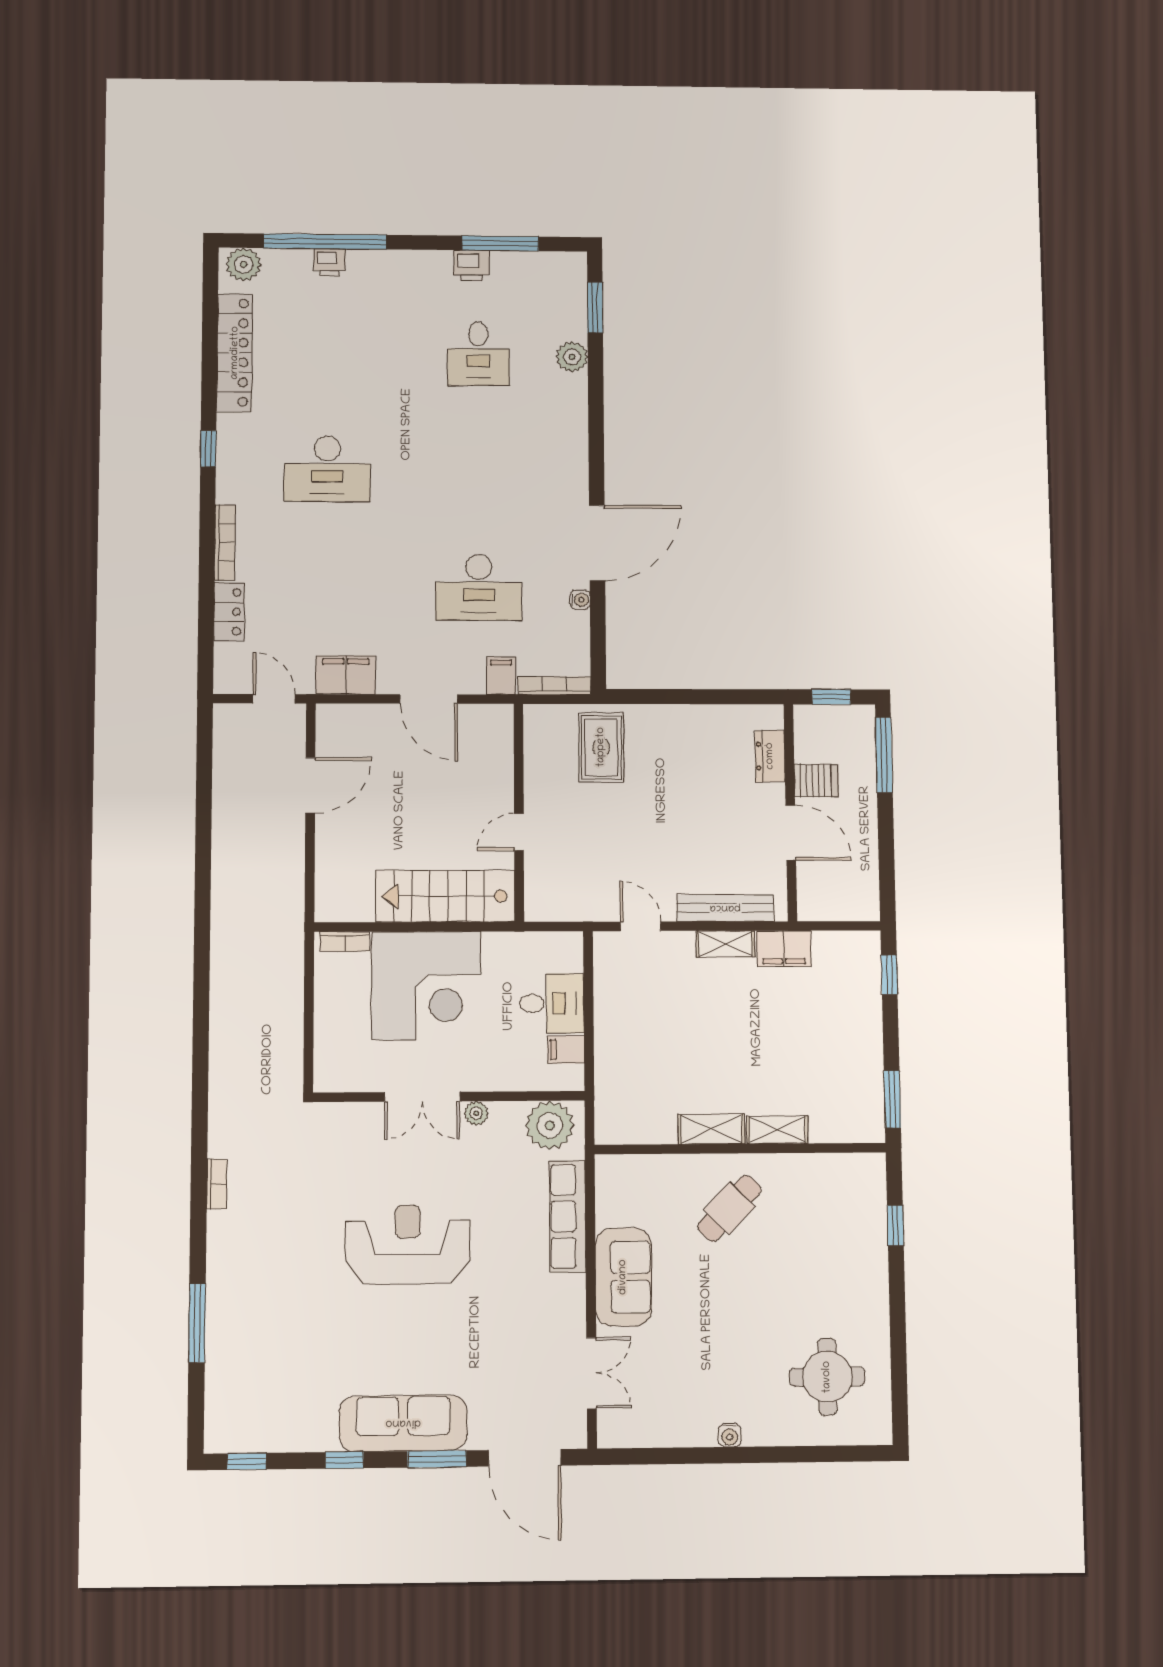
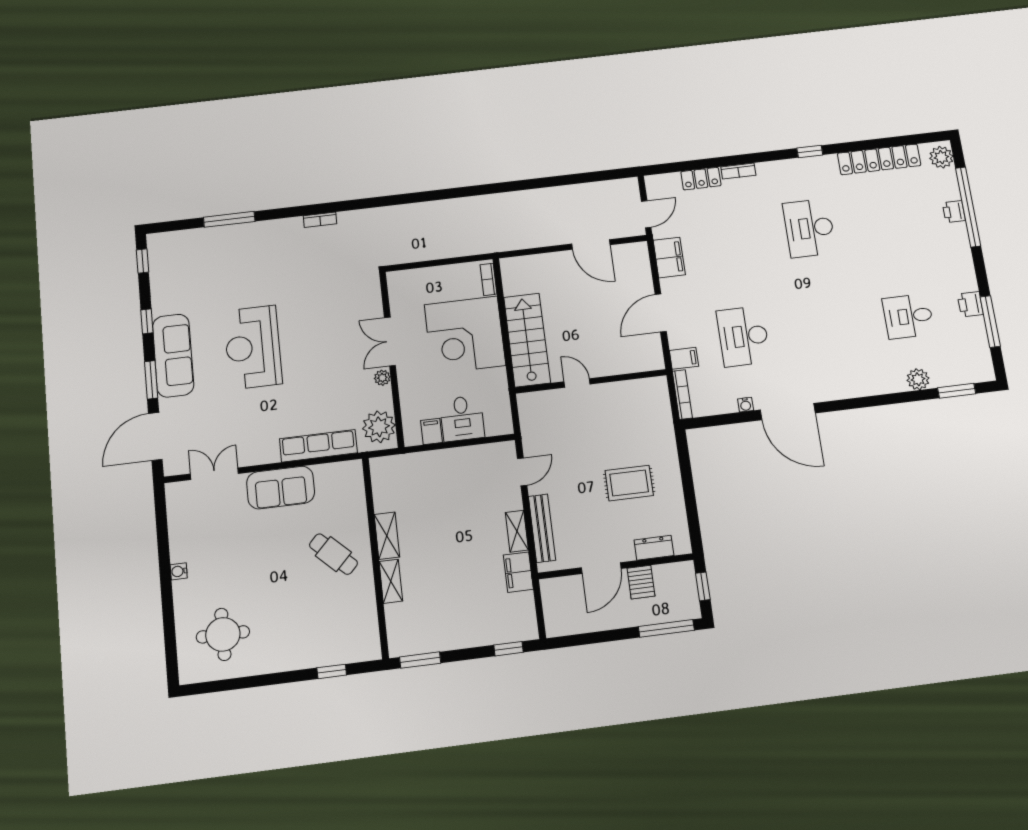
bookcase: (225, 542) -> (738, 171), width x0.64
rug: (601, 747) -> (629, 483), moved
reception desk: (408, 1245) -> (253, 347), moved, turned 180
double door: (592, 1373) -> (214, 474), swing flipped

